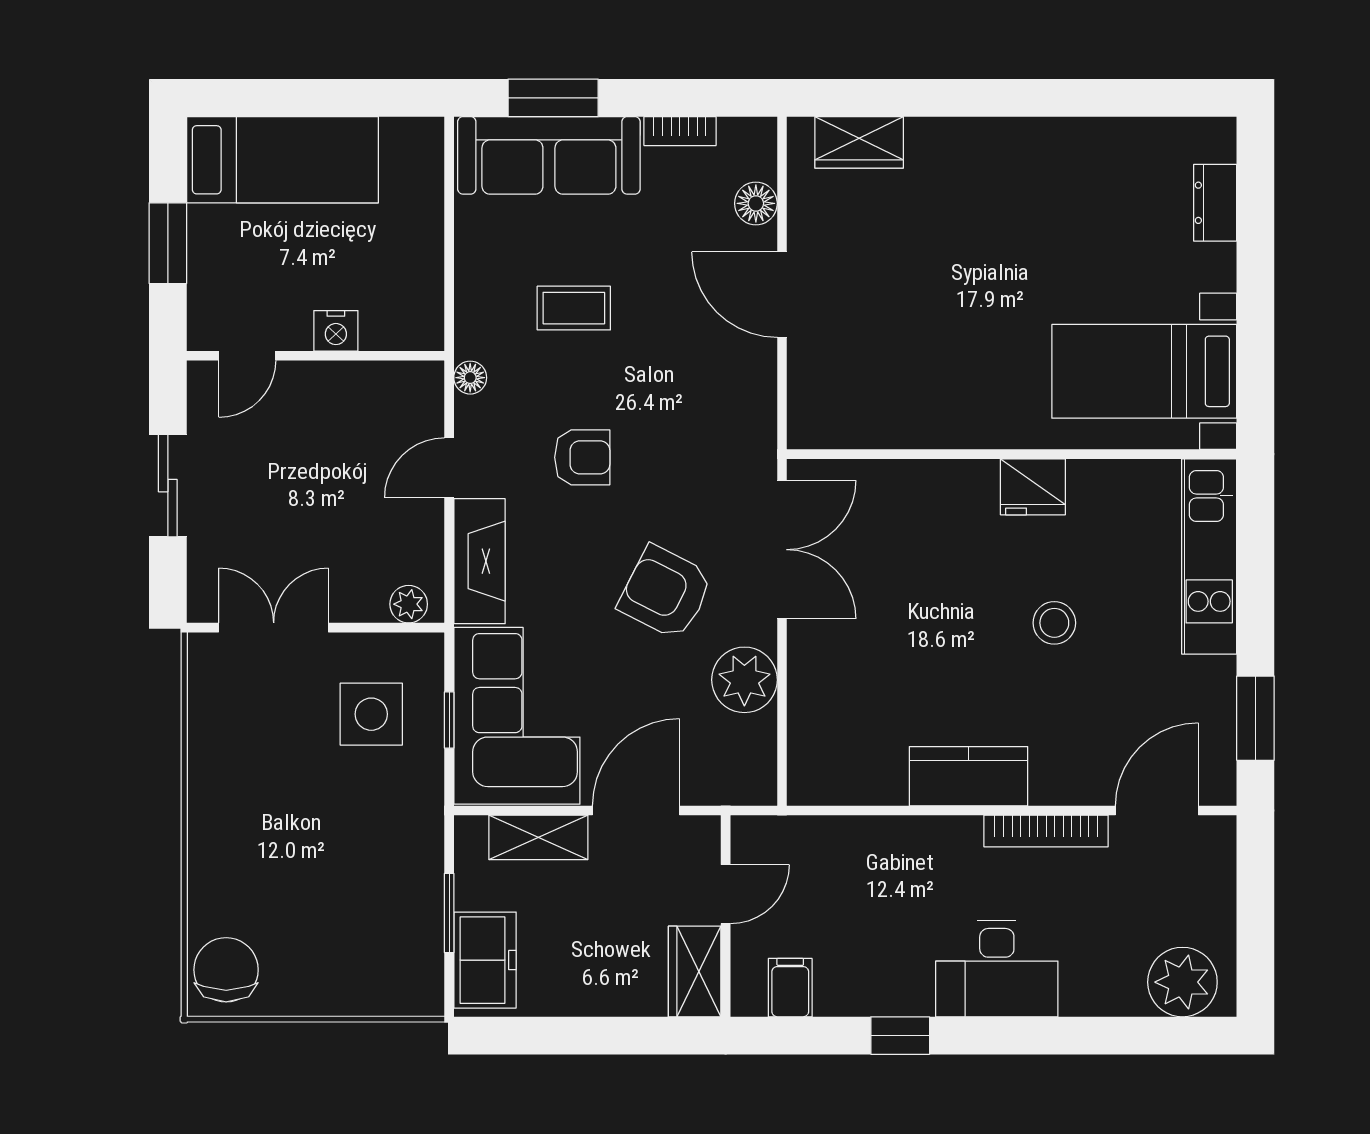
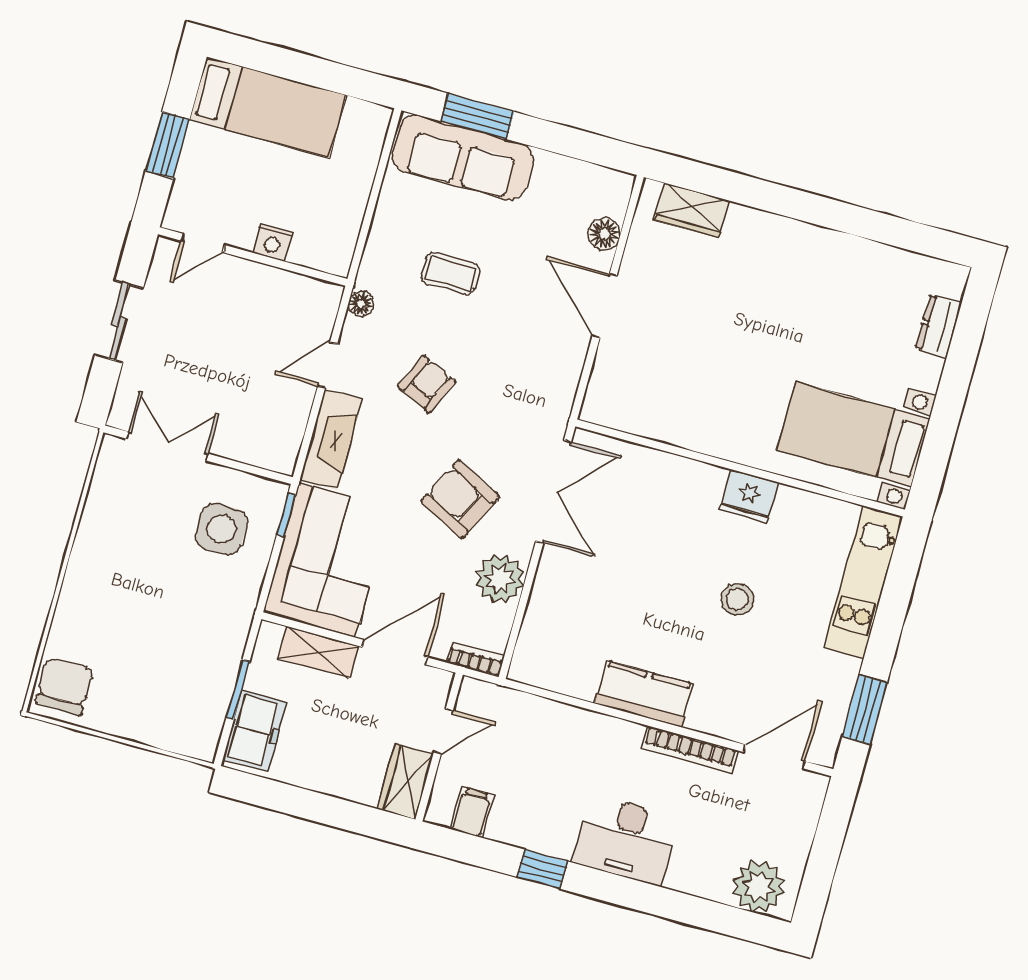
bookcase: (680, 131) -> (475, 659), moved, turned 180
armchair: (582, 457) -> (427, 384), turned -65
plant: (409, 604) -> (271, 456), removed
window: (449, 720) -> (286, 515), moved

